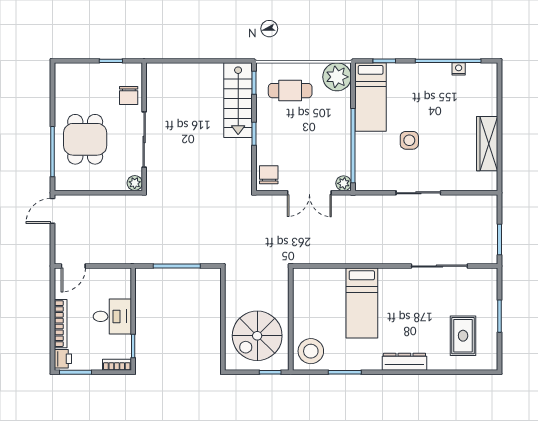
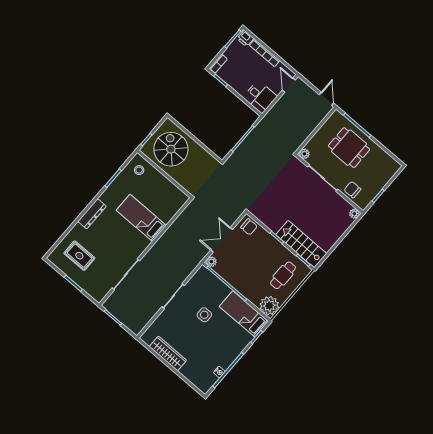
plant: (153, 70) -> (354, 214), added
desk: (112, 316) -> (260, 97), moved, turned -90
stool: (311, 351) -> (139, 170), width x0.53, depth x0.53

